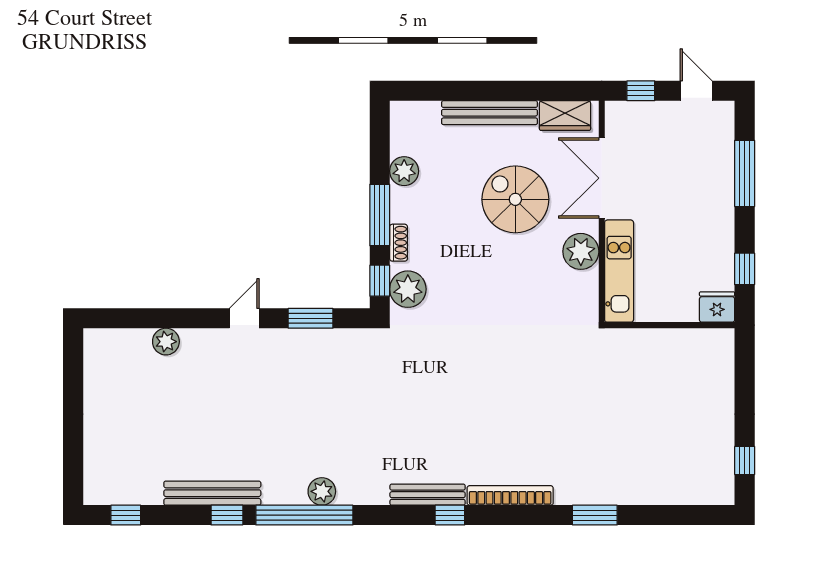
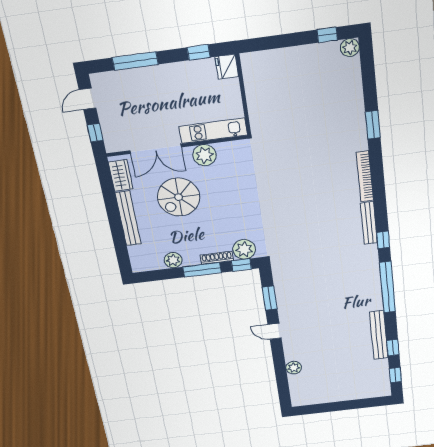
shoe rack: (399, 243) -> (217, 258), width x1.43
plant: (322, 491) -> (350, 48), moved
window: (227, 515) -> (393, 348), moved
window: (450, 515) -> (383, 240), moved

